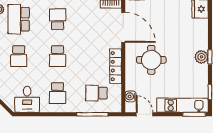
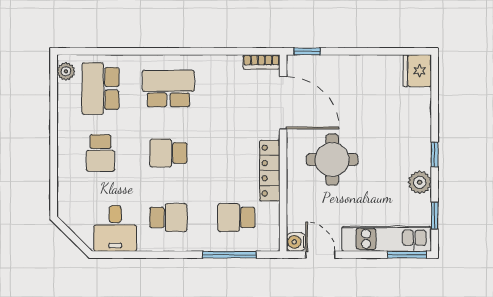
school desk: (58, 19) -> (168, 88), width x1.85
school desk: (58, 56) -> (168, 153), turned 90
plant: (201, 57) -> (420, 182), moved
school desk: (58, 93) -> (168, 218), turned -90
water cooler: (131, 96) -> (296, 242), moved

